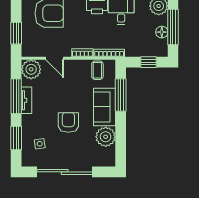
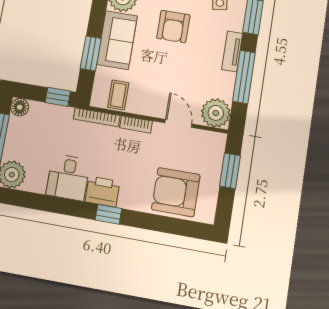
floor lamp: (162, 32) -> (20, 107), moved
window: (148, 62) -> (58, 97), moved
window: (121, 95) -> (91, 53), width x0.69
tv unit: (27, 100) -> (232, 51), moved

